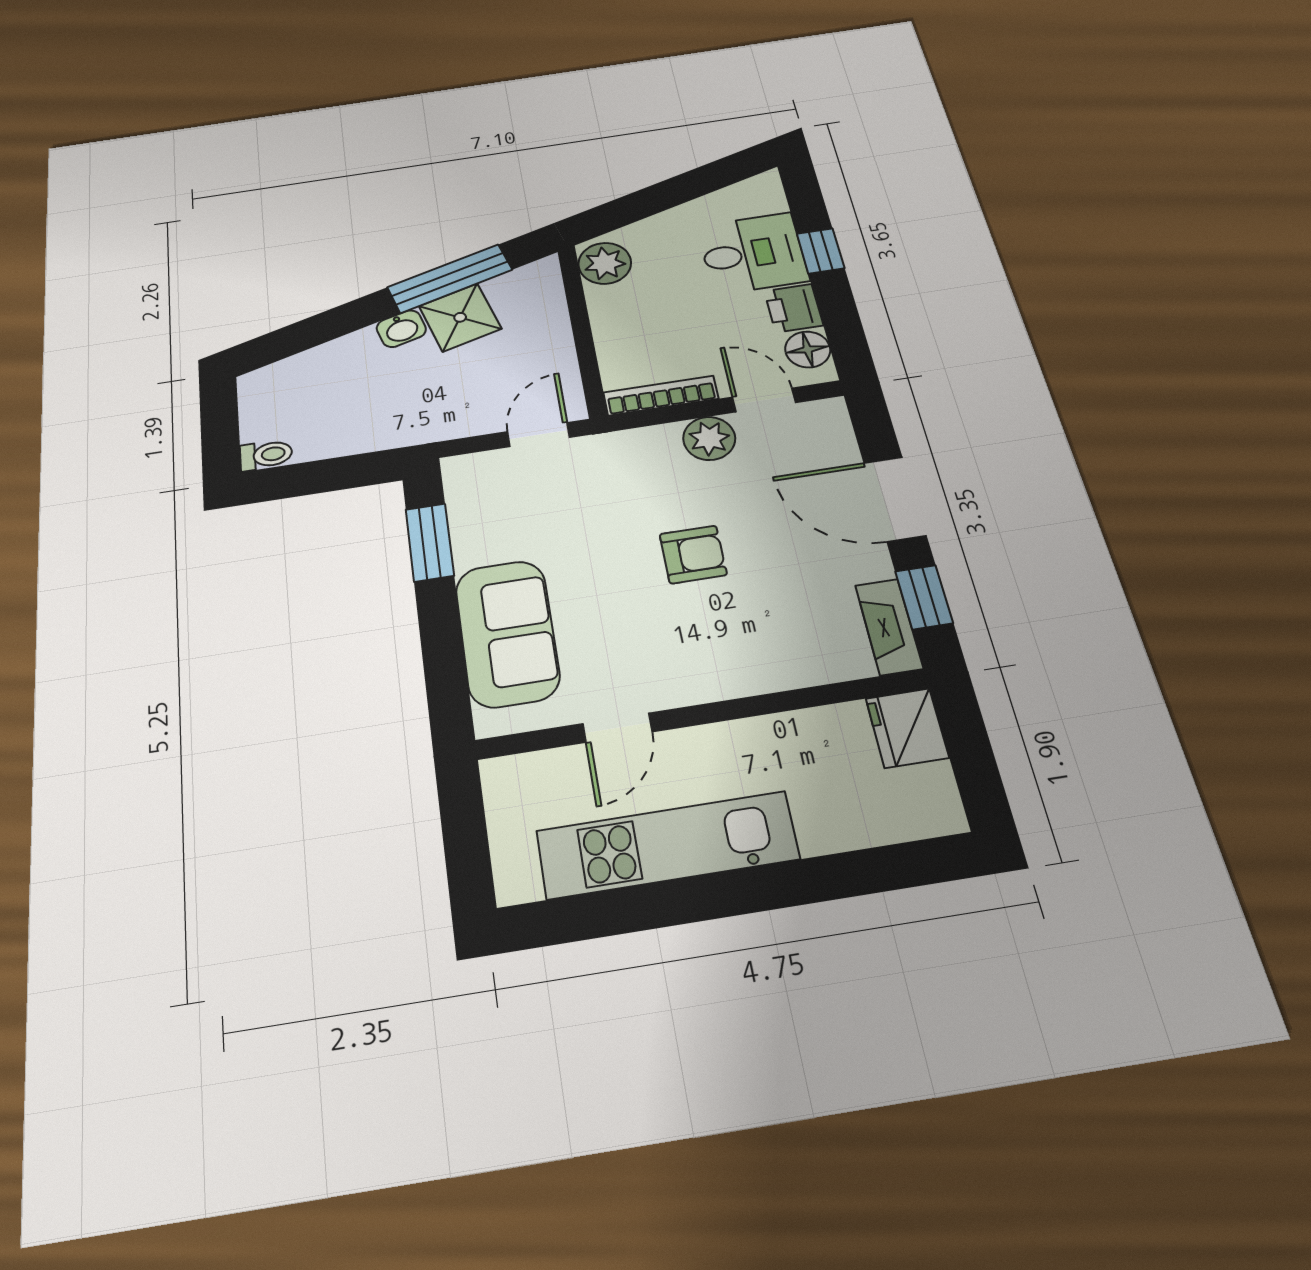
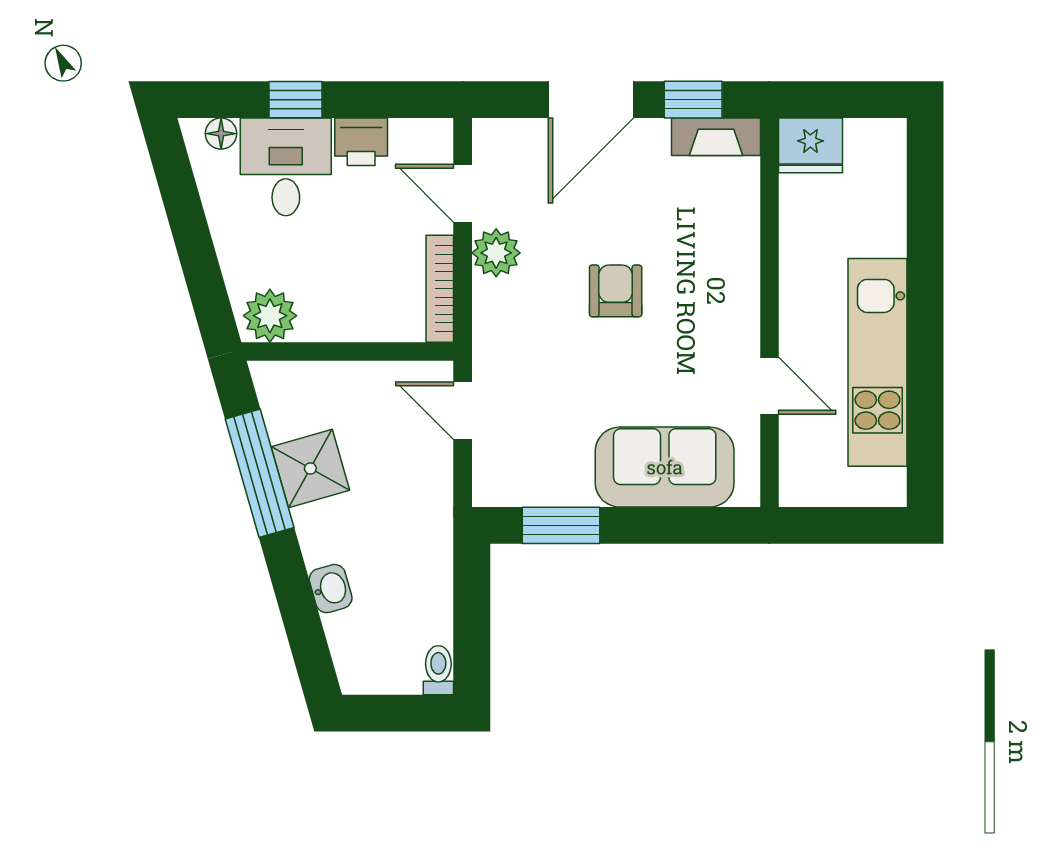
washbasin: (401, 329) -> (331, 589), moved
floor lamp: (808, 349) -> (221, 134), moved, width x0.73, depth x0.73
door: (764, 400) -> (463, 193), hinge flipped

